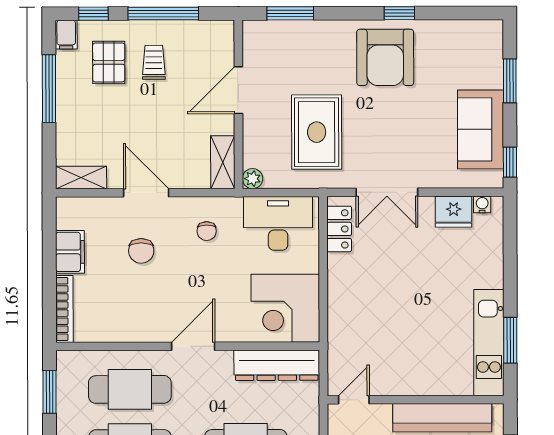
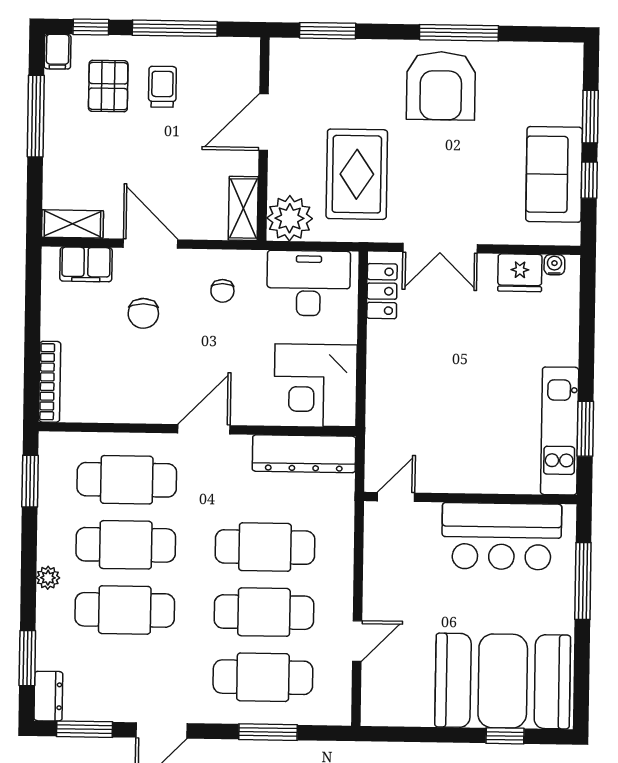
window: (399, 13) -> (459, 33), width x2.17
window: (510, 162) -> (589, 180), moved
plant: (253, 179) -> (290, 218), width x1.88, depth x1.88
filing cabinet: (70, 252) -> (86, 264), moved, turned 90

